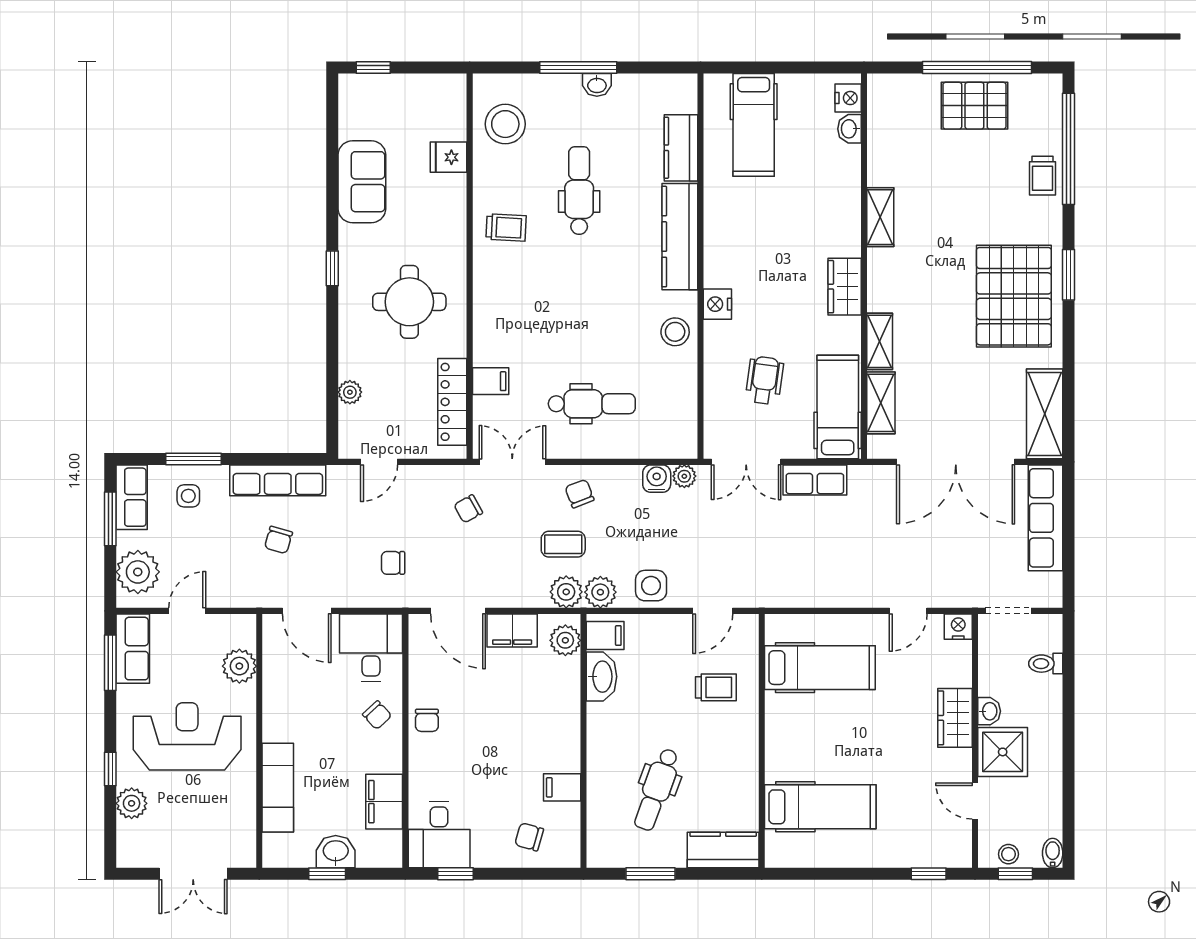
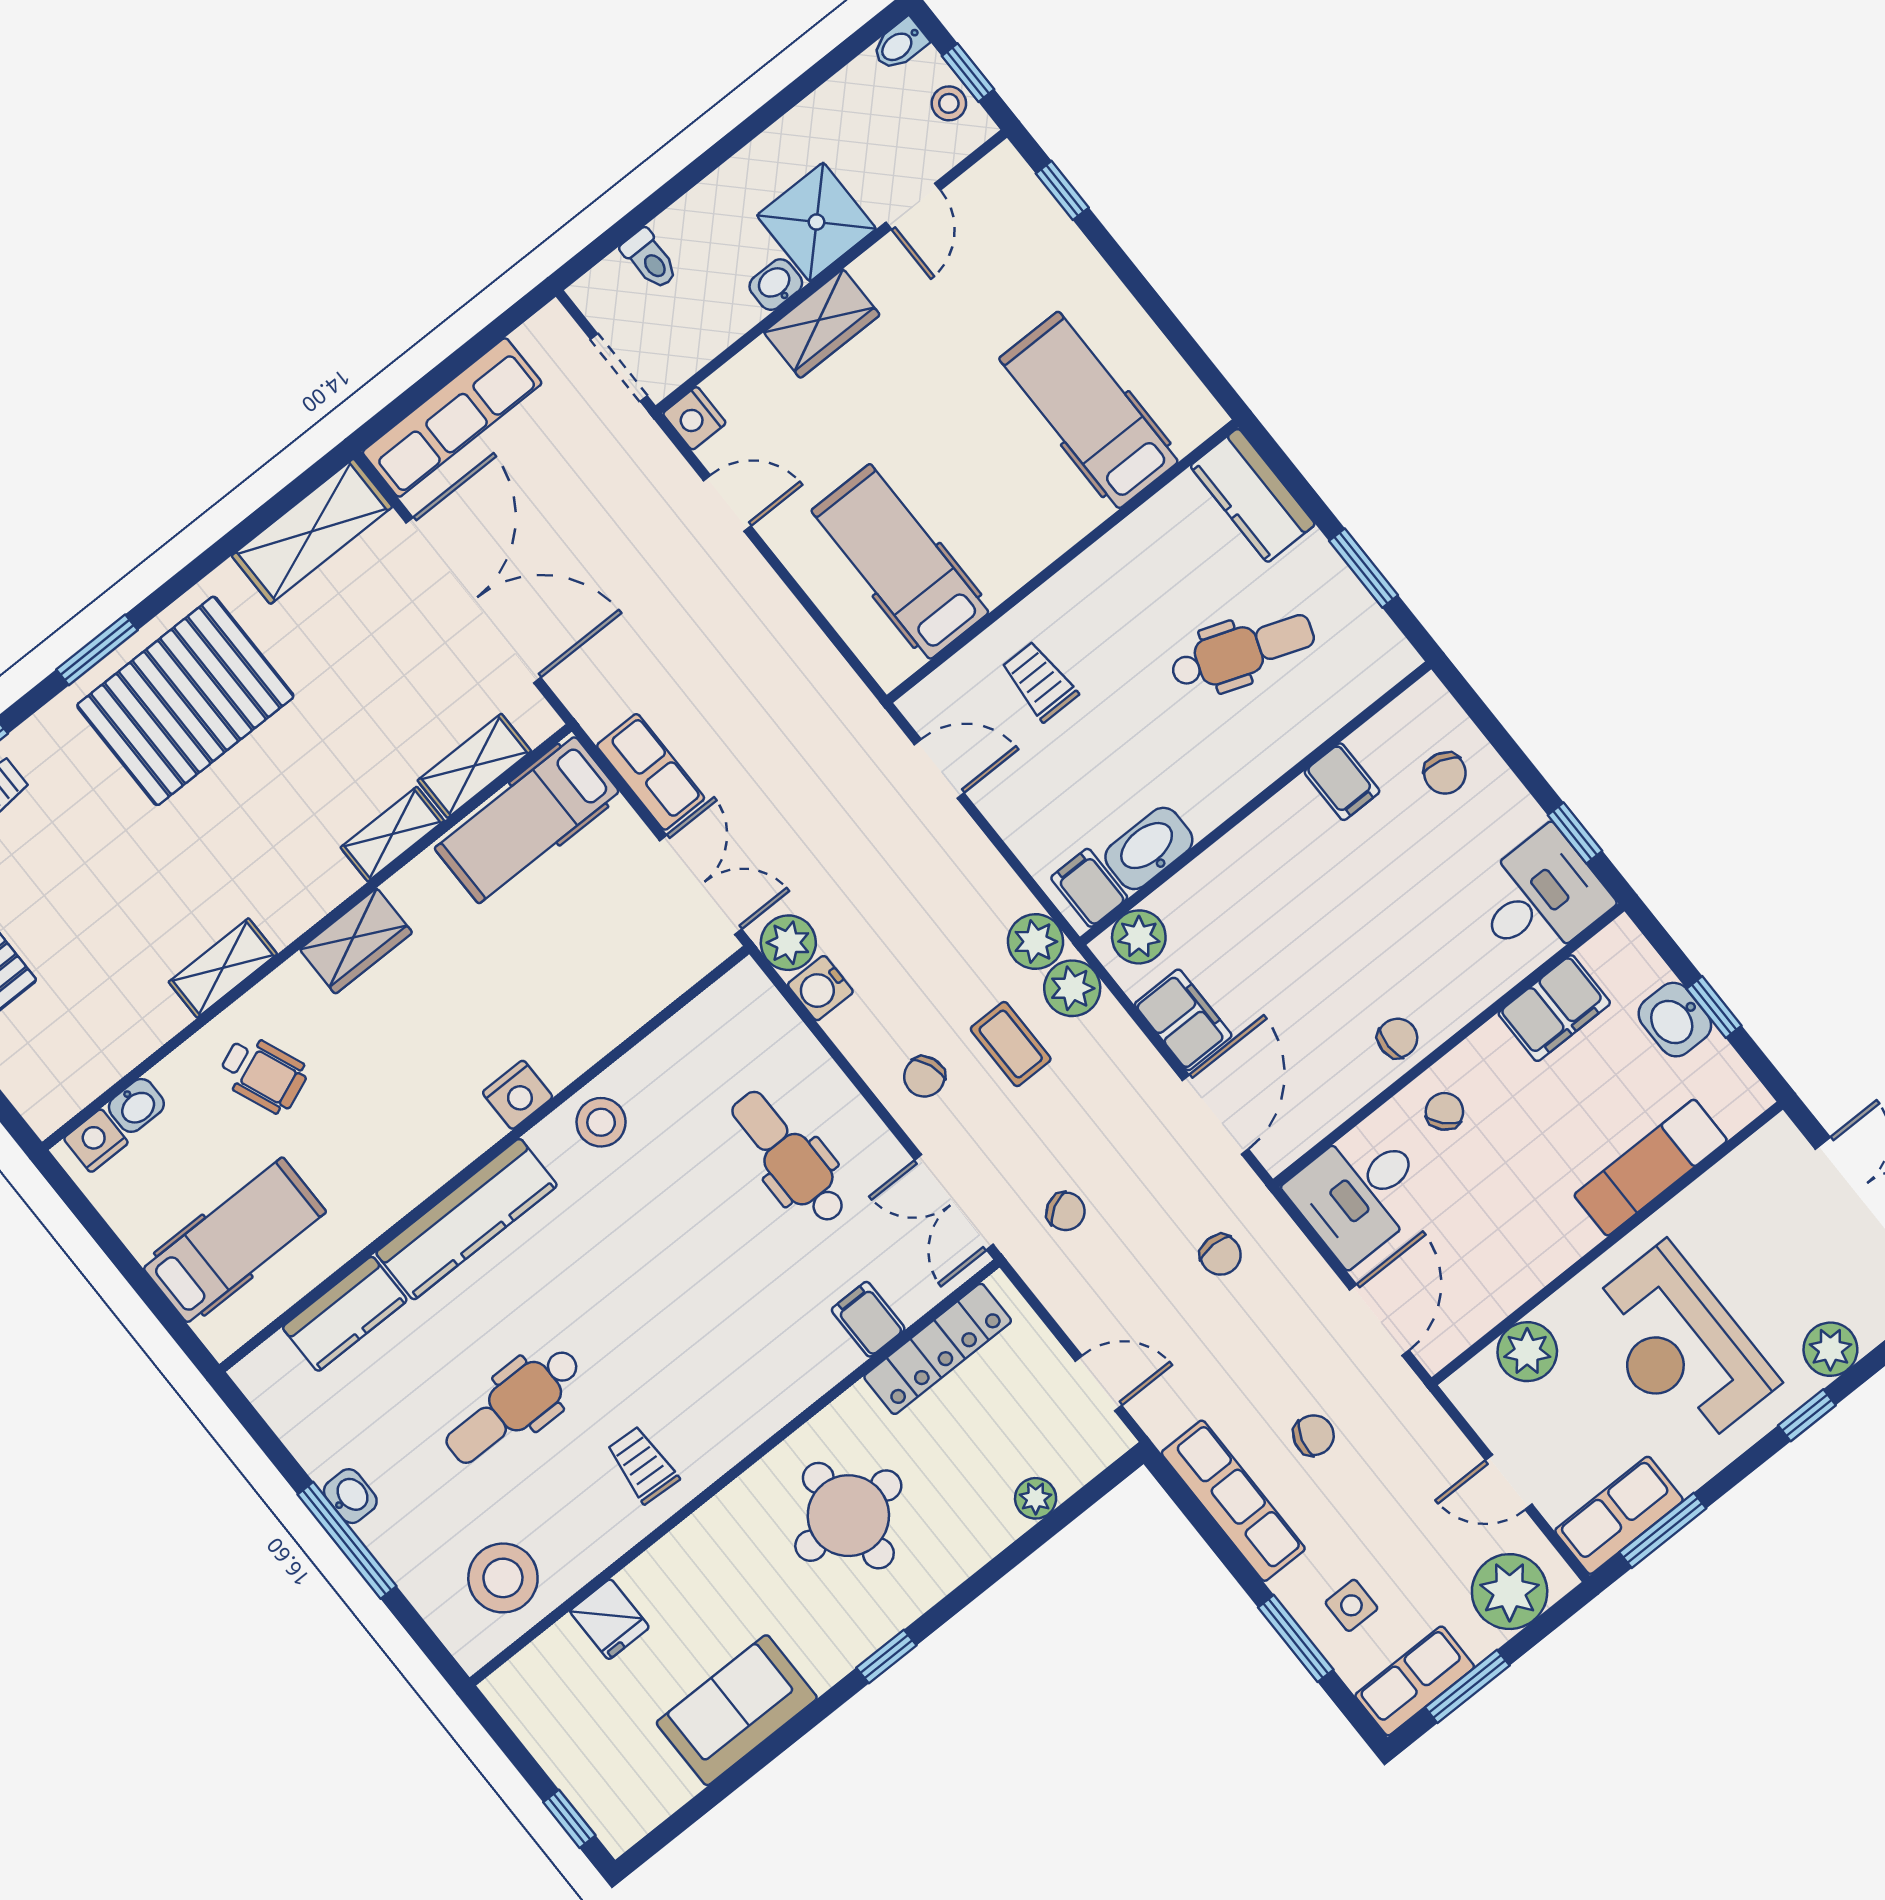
wheelchair: (764, 380) -> (263, 1074), moved, turned -120
plant: (684, 476) -> (788, 943), width x1.38, depth x1.38
side table: (651, 586) -> (972, 880), removed

